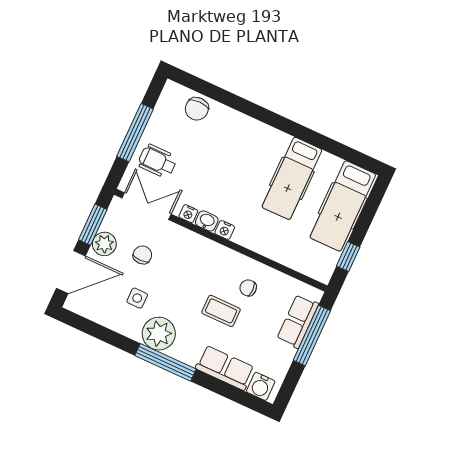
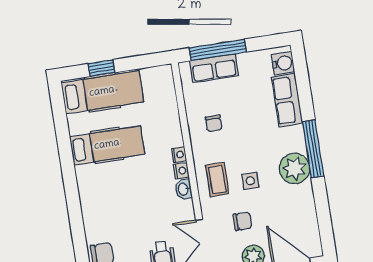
nightstand: (188, 214) -> (179, 155), moved
chair: (142, 255) -> (242, 221), turned 180
window: (348, 257) -> (101, 68), moved
side table: (137, 298) -> (250, 181), moved
coffee table: (221, 311) -> (217, 179), moved

